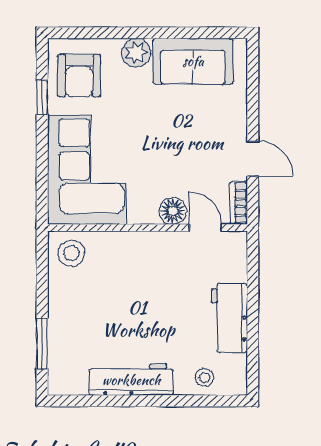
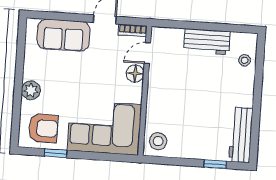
sofa: (193, 61) -> (63, 35), moved, turned 90
window: (42, 343) -> (215, 164), width x0.67
workbench: (131, 380) -> (241, 135), moved

